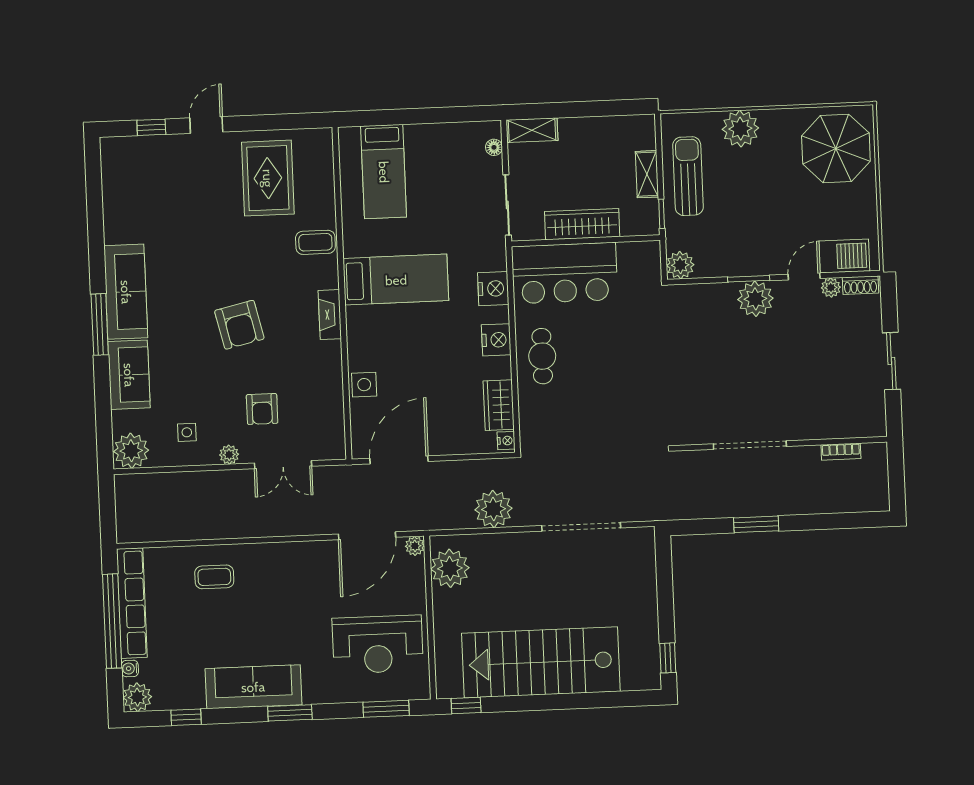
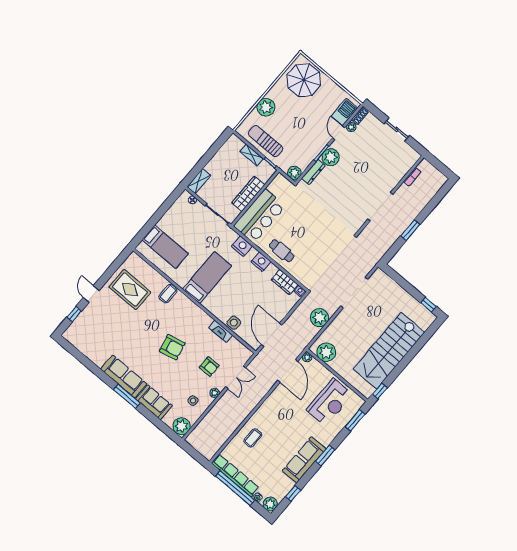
dresser: (708, 293) -> (313, 172), added
fireplace: (330, 315) -> (221, 331), moved

